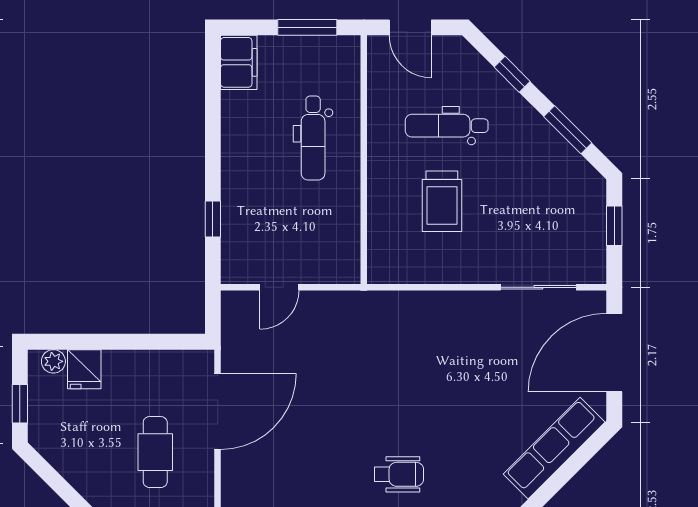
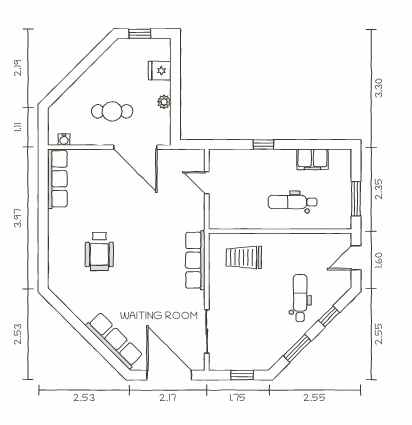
filing cabinet: (239, 62) -> (312, 159), moved
dental chair: (447, 126) -> (300, 298), moved
trolley: (442, 201) -> (244, 257), moved
window: (213, 219) -> (264, 144), moved
row of seats: (414, 307) -> (195, 260), added
plant: (53, 361) -> (164, 102), moved
wheelchair: (399, 474) -> (99, 251), width x1.36, depth x1.37

